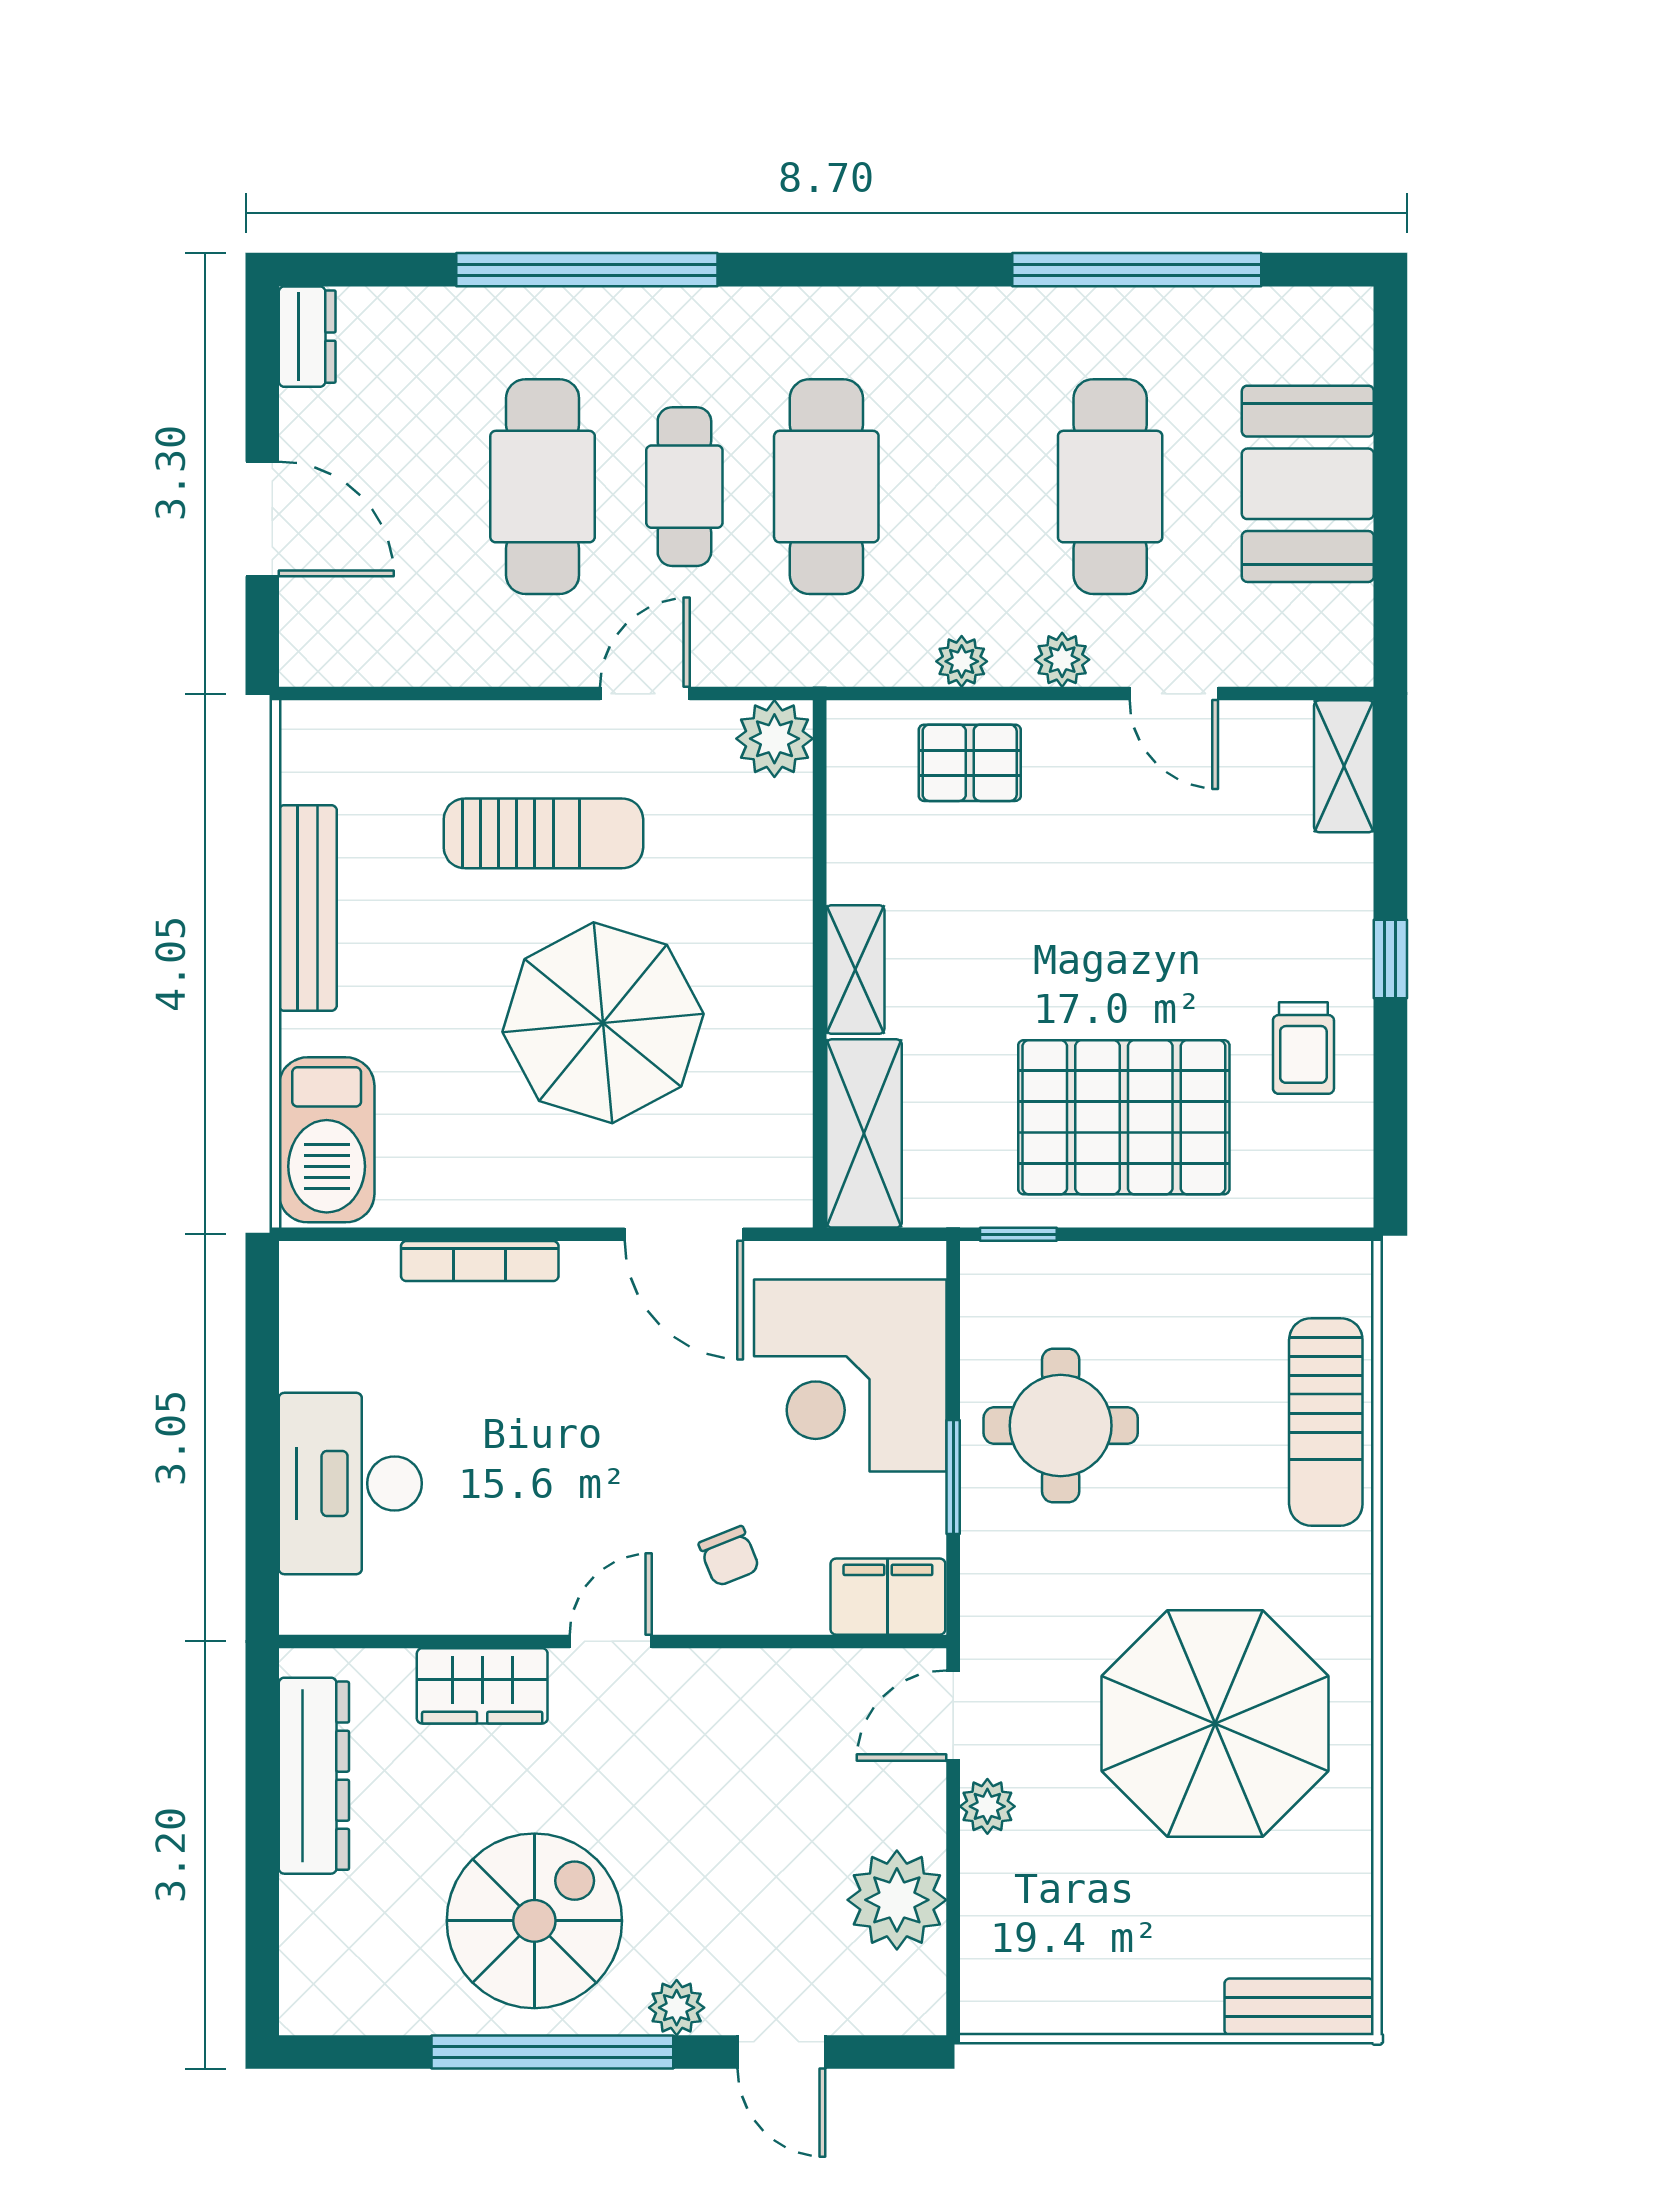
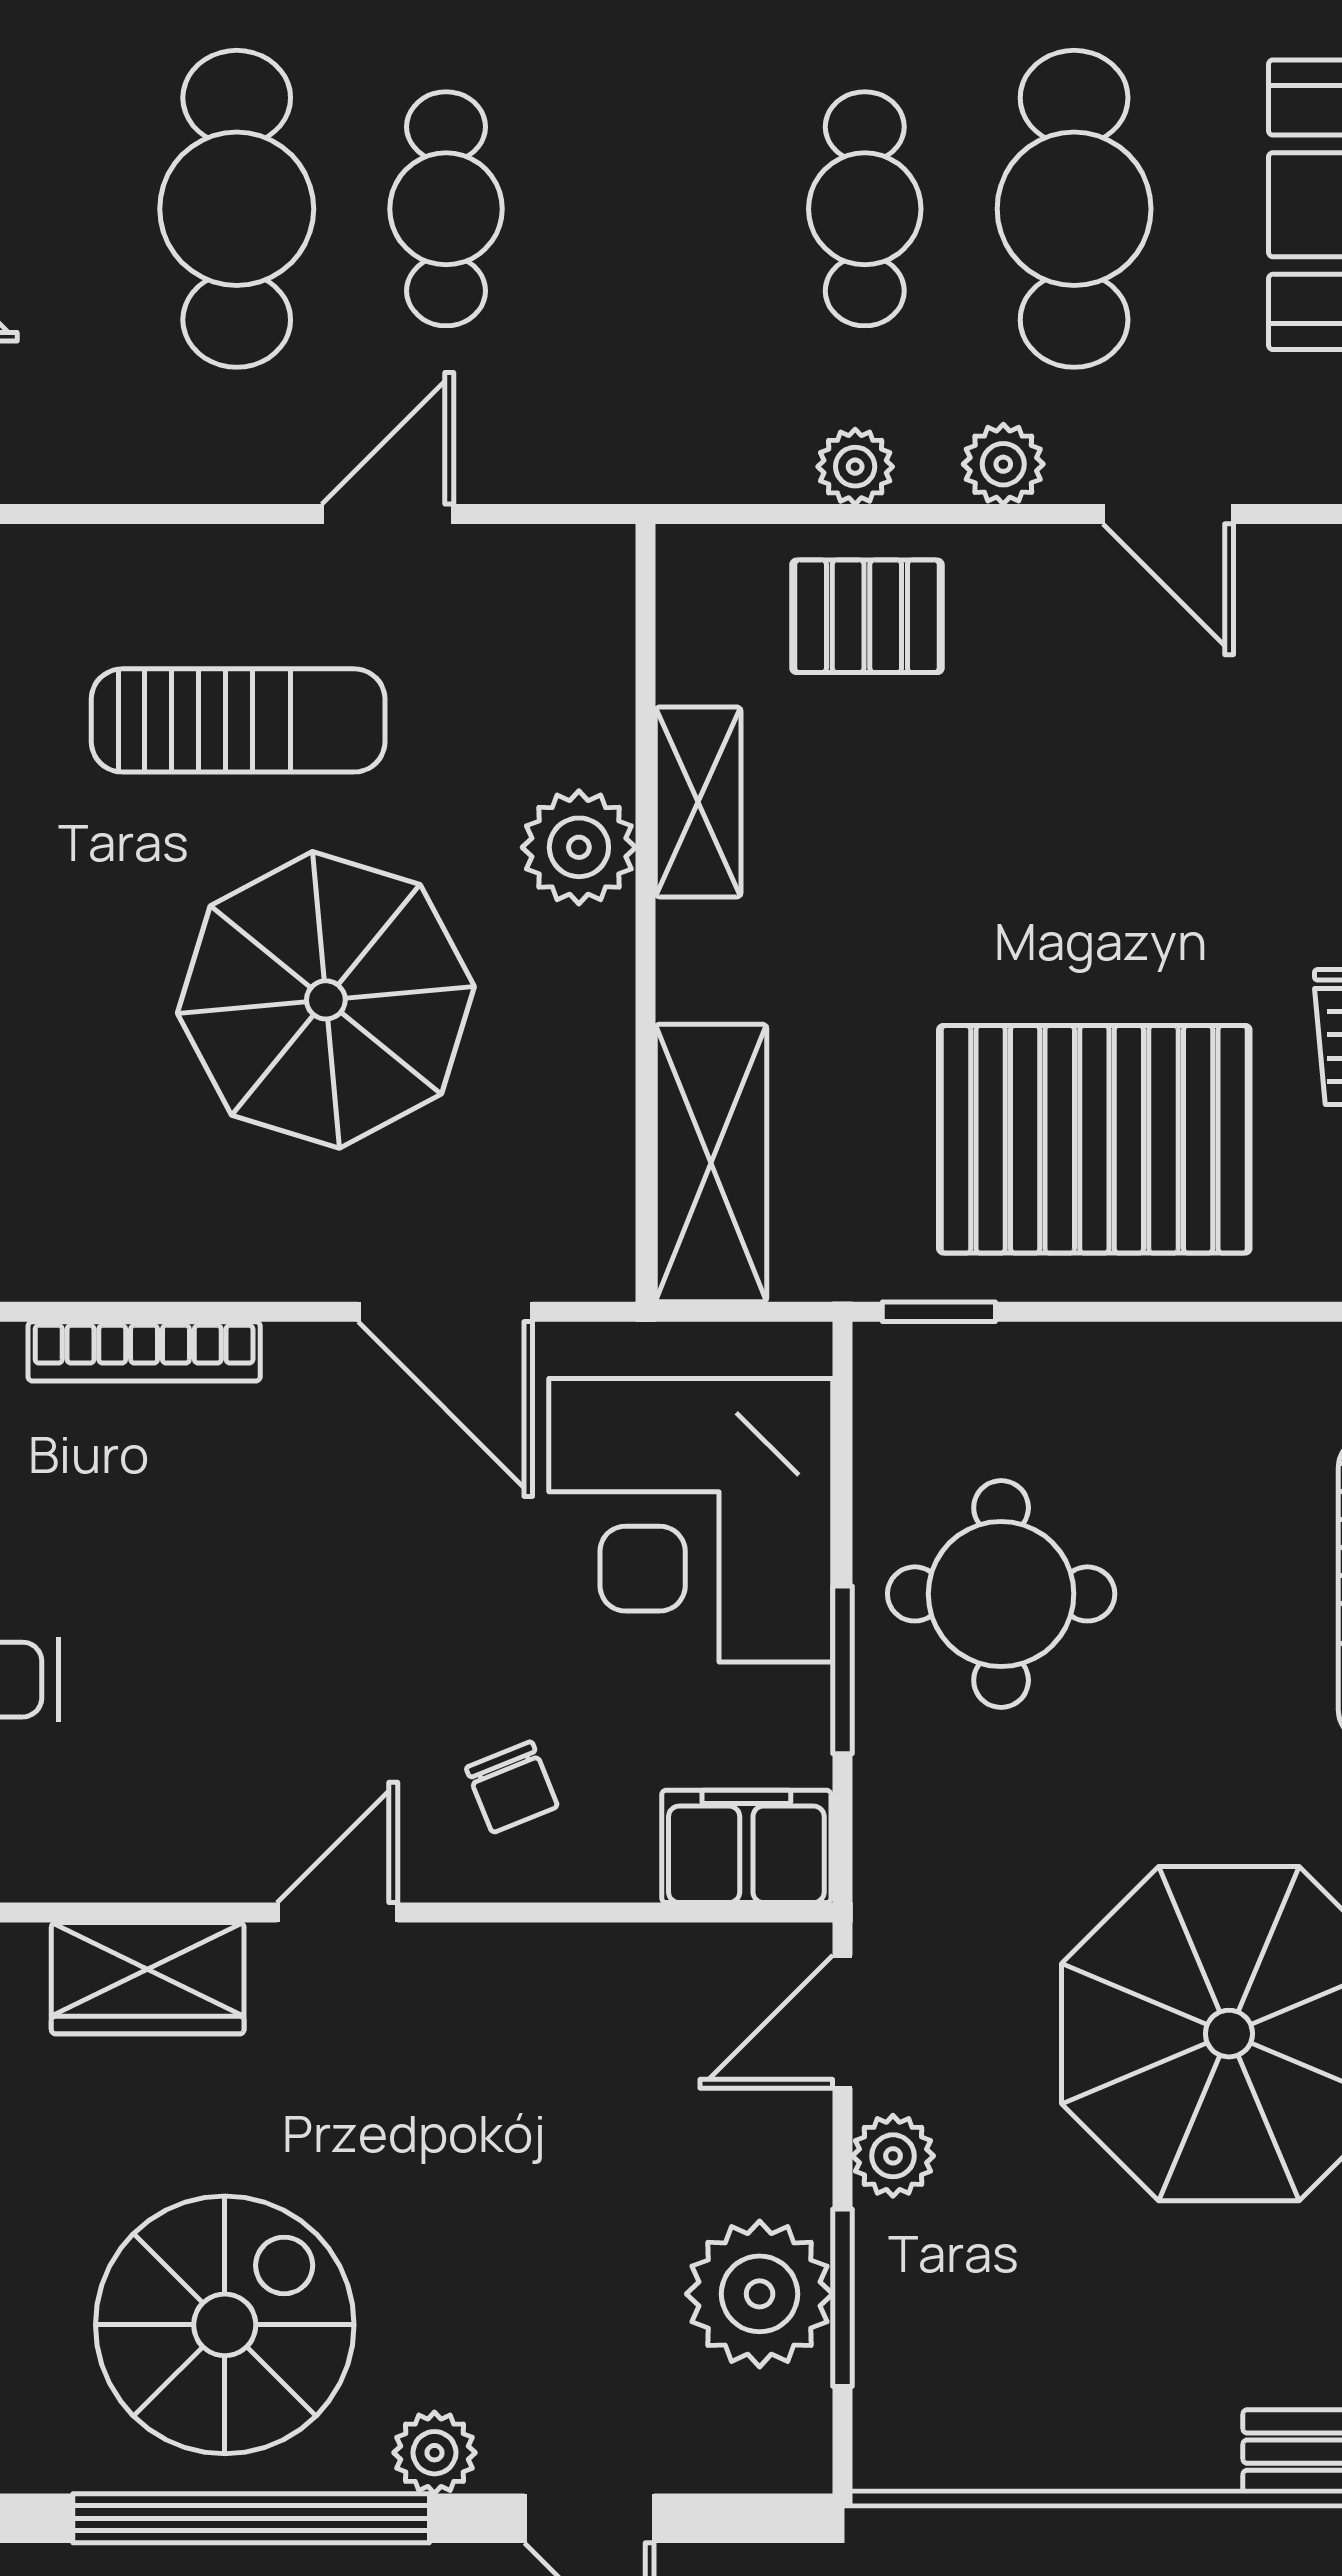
cafe table: (826, 487) -> (865, 209), moved, width x0.73, depth x0.74
plant: (774, 739) -> (579, 847), moved
shelving: (855, 969) -> (698, 802), moved
window: (953, 1903) -> (843, 2298), added

